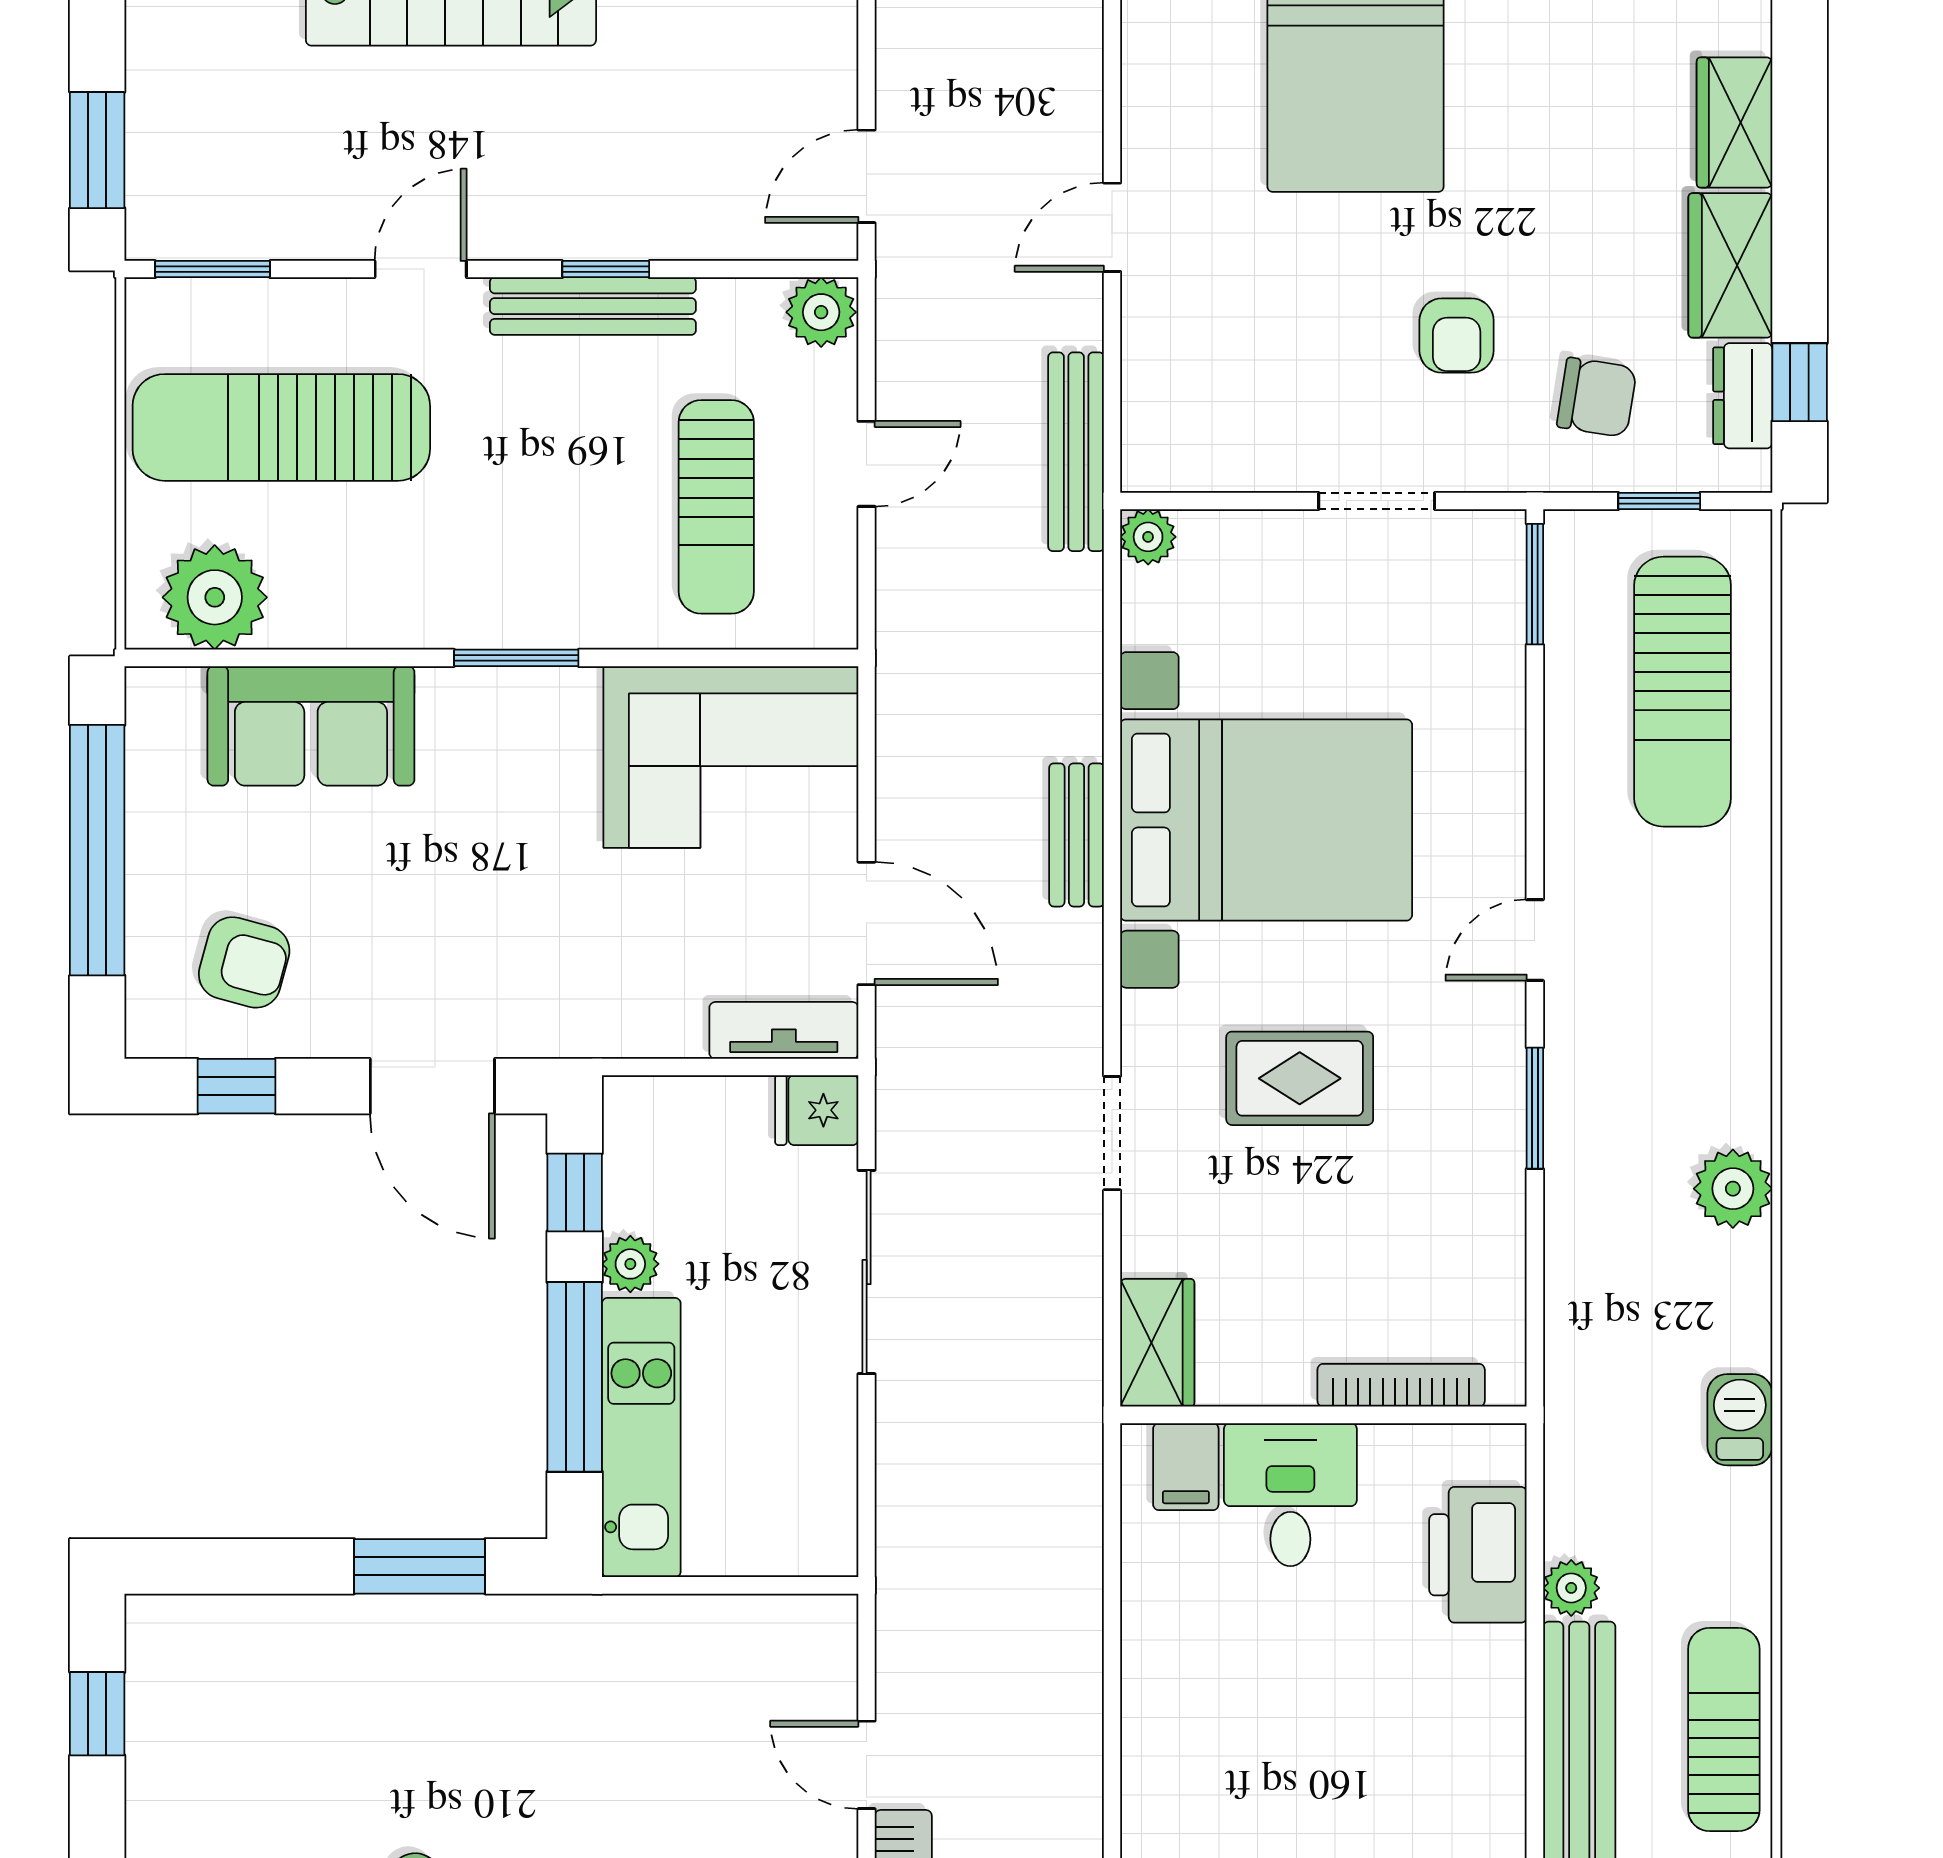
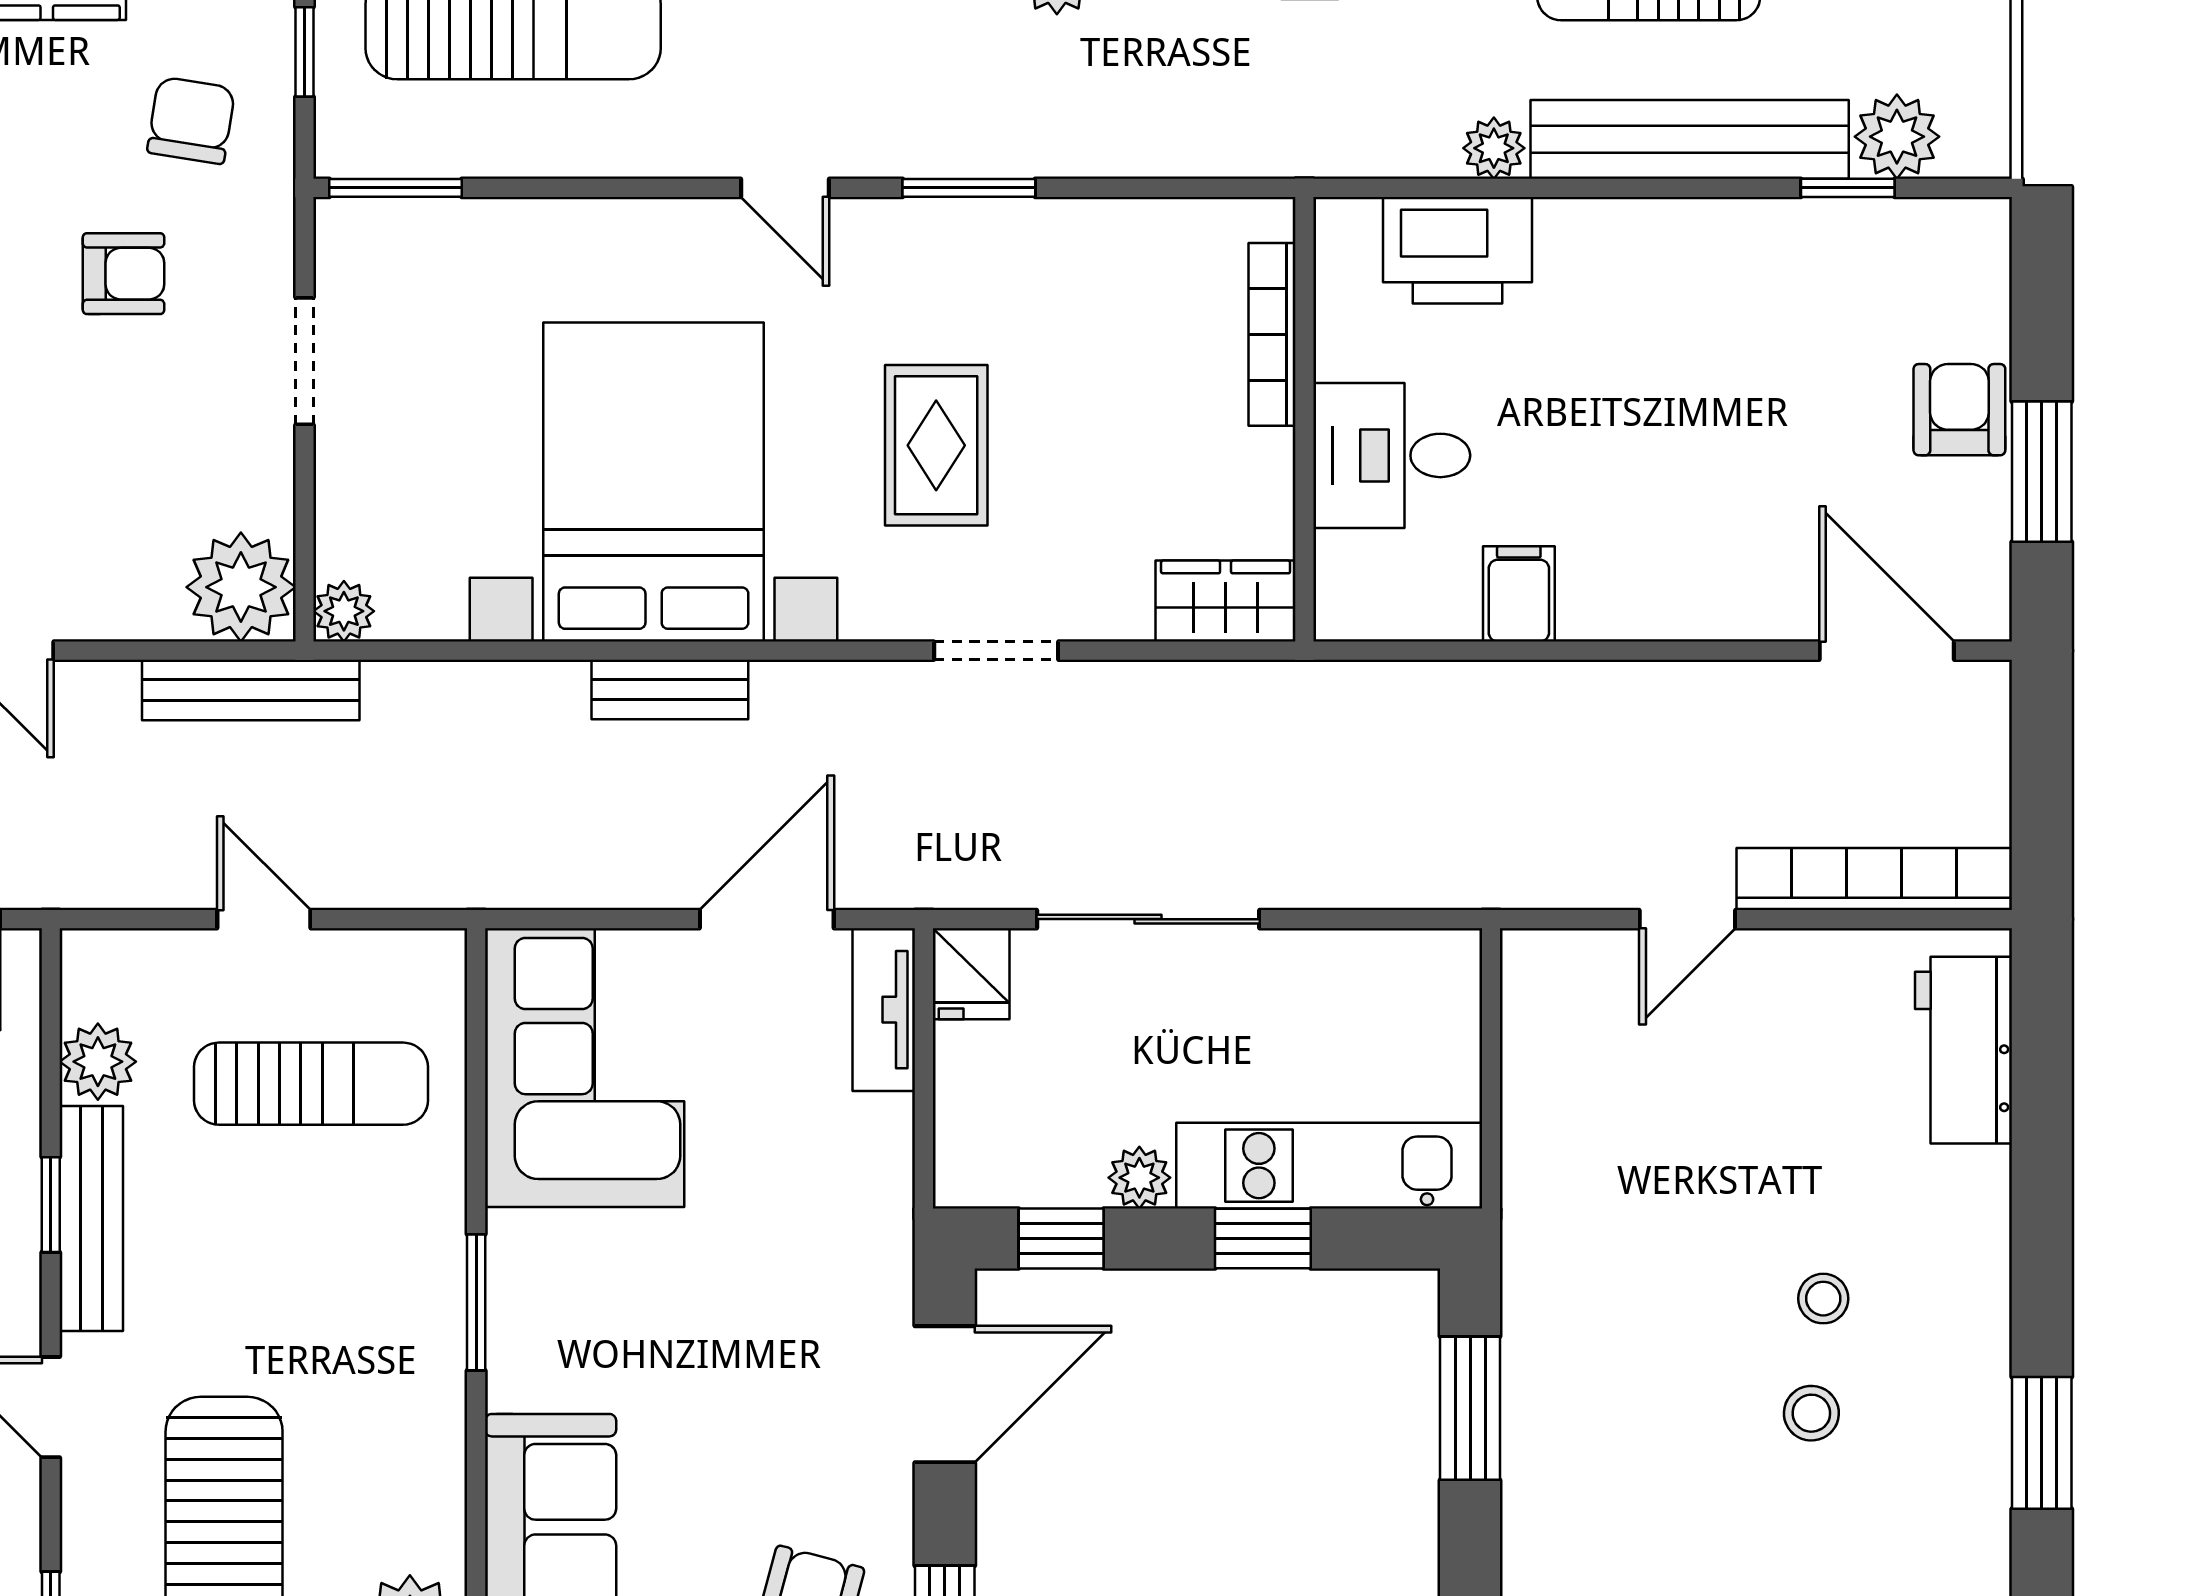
plant: (821, 312) -> (98, 1062), moved
plant: (1170, 443) -> (241, 587), added
window: (575, 1377) -> (1263, 1239), width x0.46
filing cabinet: (1186, 1467) -> (1519, 594), moved, turned -90

